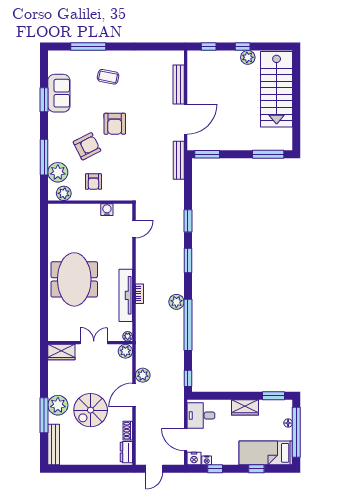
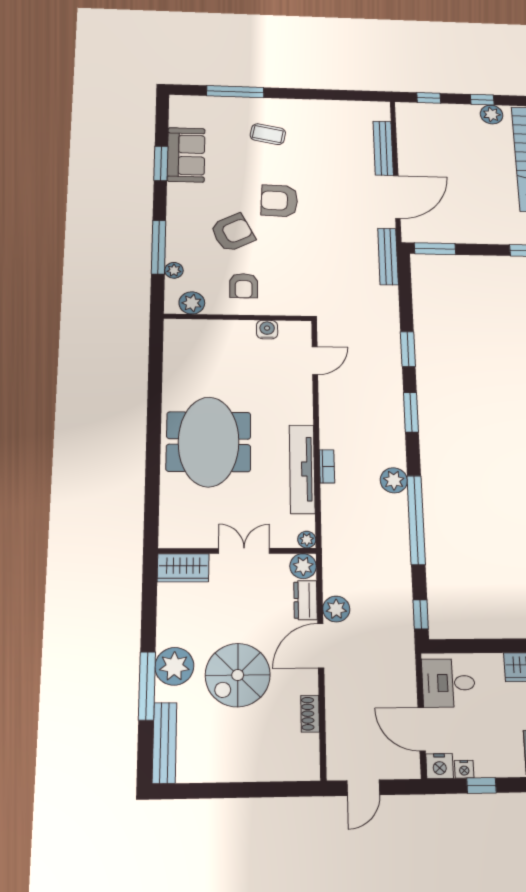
armchair: (115, 124) -> (279, 201), turned 92
plant: (58, 172) -> (174, 270), width x0.53, depth x0.53
dresser: (126, 452) -> (305, 600), moved

